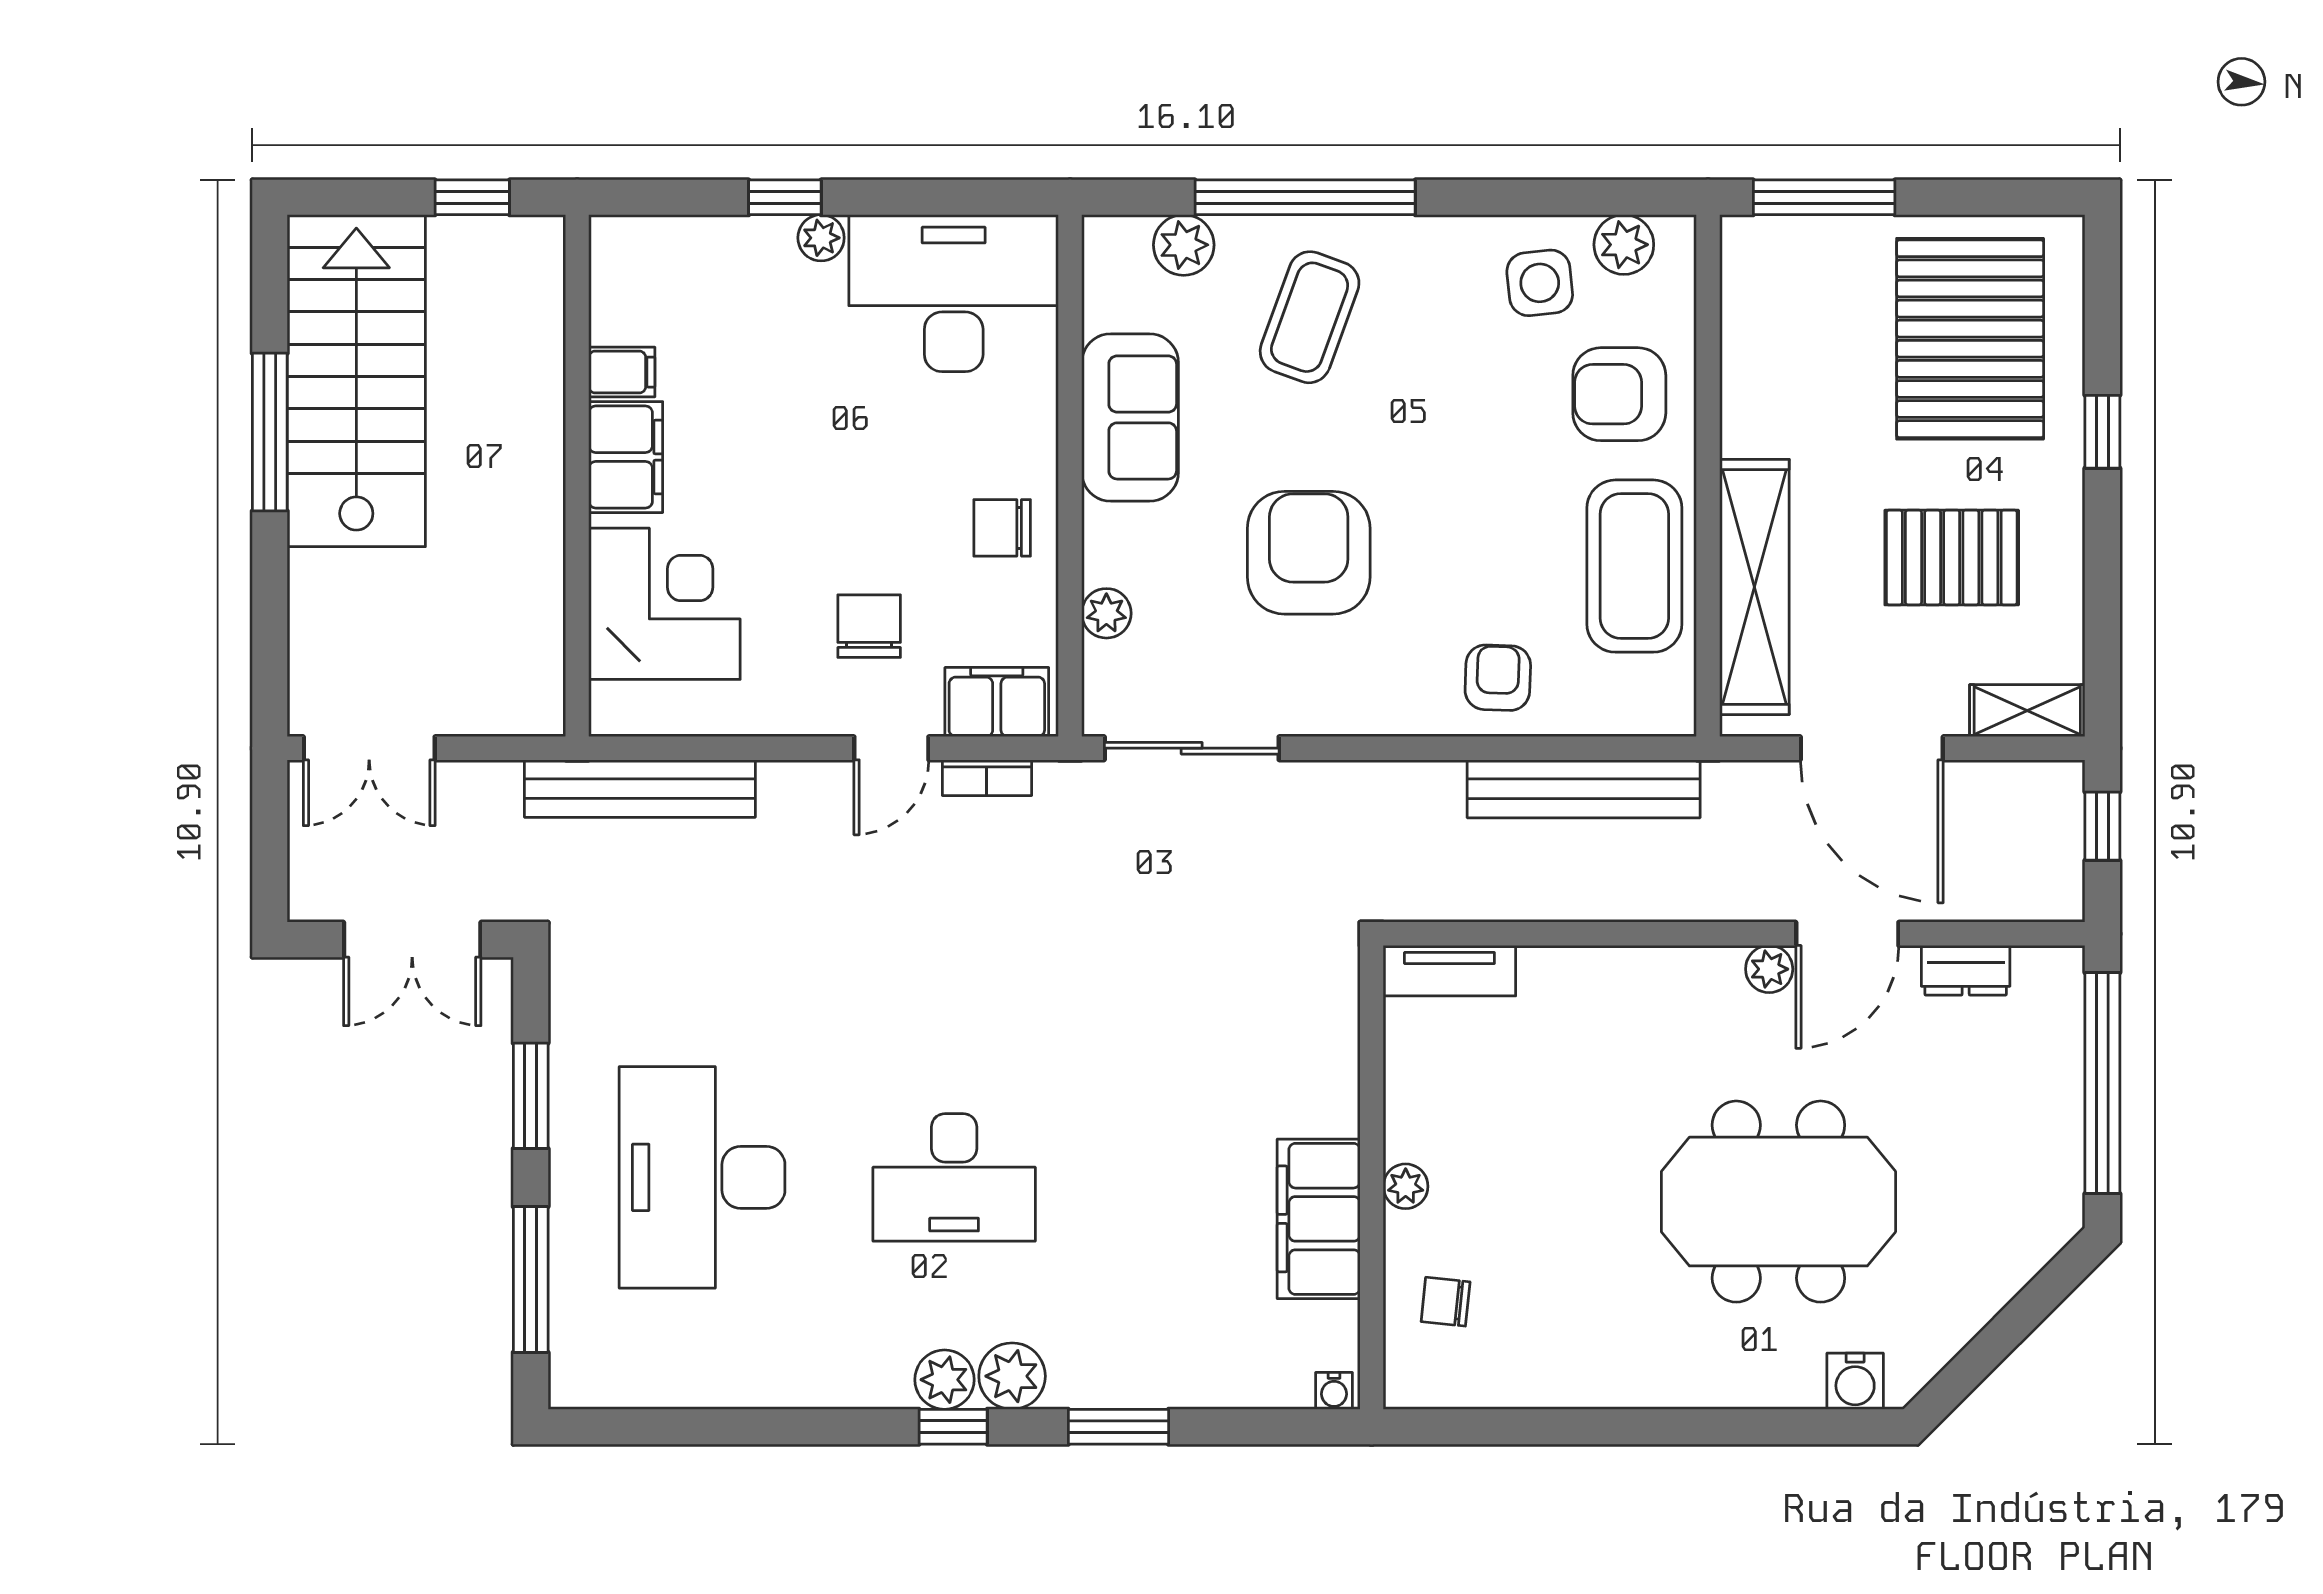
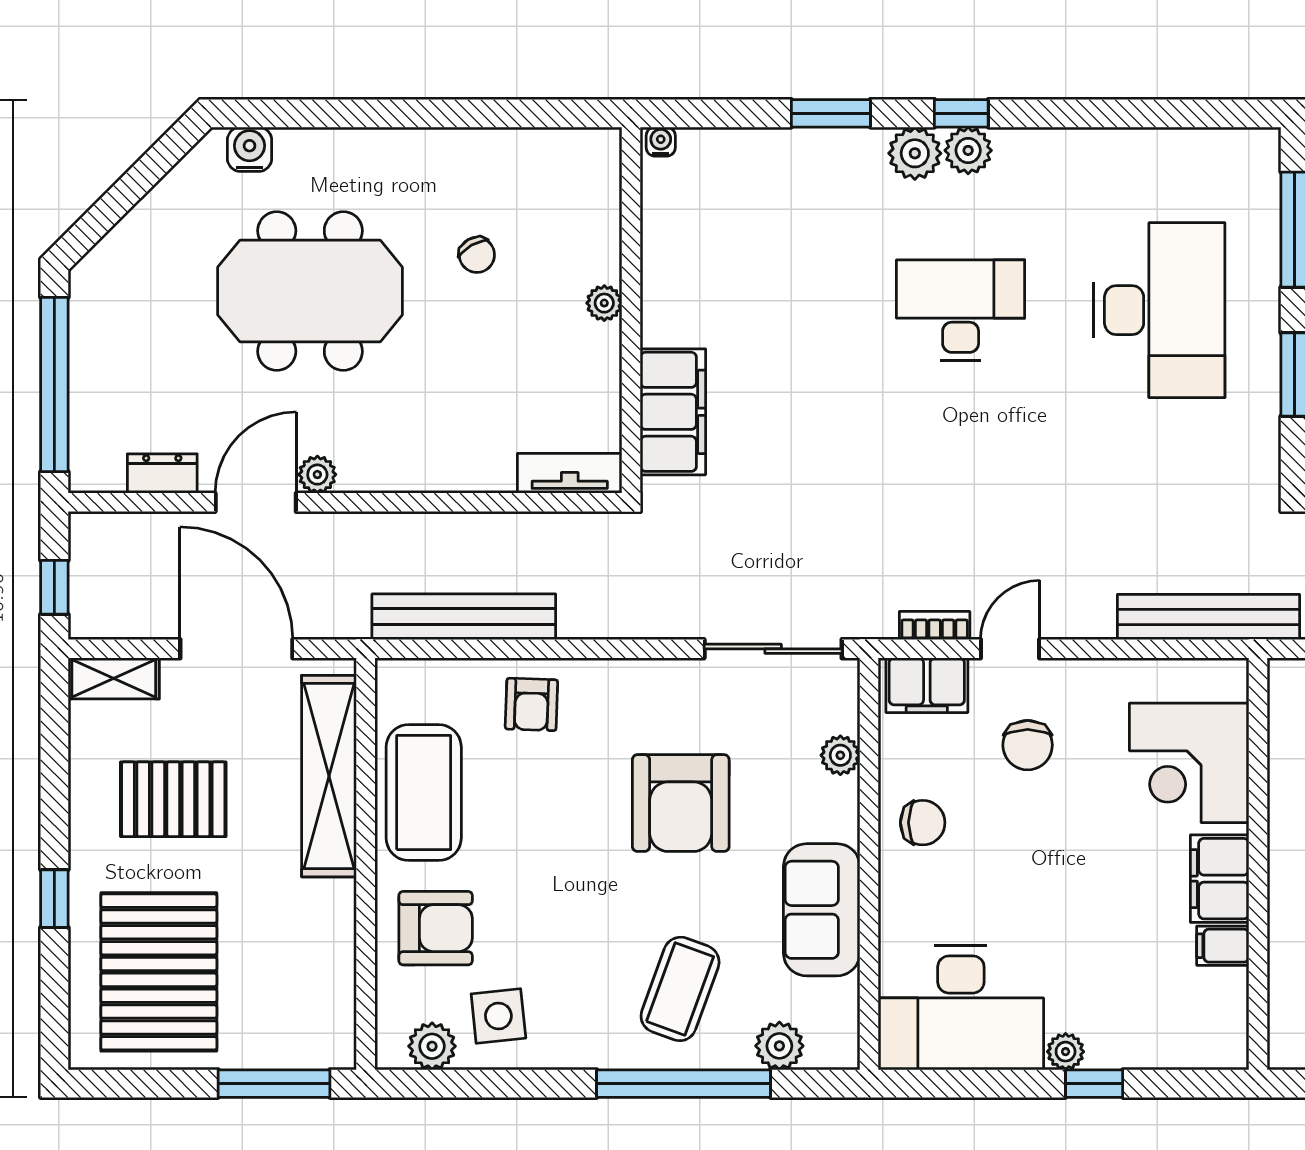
filing cabinet: (1319, 1219) -> (673, 412), moved
chair: (1446, 1302) -> (477, 255), moved, turned 54

